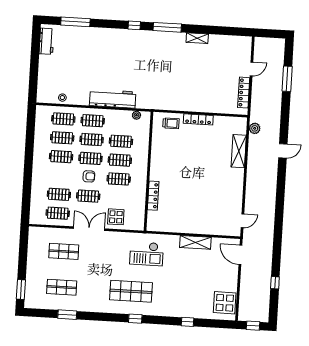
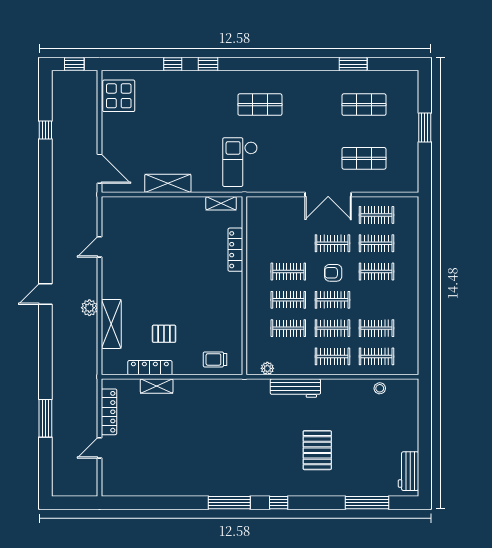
shelving: (197, 38) -> (157, 386), moved
pallet: (107, 59) -> (317, 450), added
window: (287, 79) -> (45, 418), moved
workbench: (113, 99) -> (295, 388), width x0.73, depth x0.76
locker: (198, 119) -> (150, 368), moved
plant: (255, 128) -> (89, 308), moved
pallet: (204, 142) -> (164, 334), added
door: (283, 151) -> (45, 294), moved
clothes rail: (61, 157) -> (376, 272), moved
display table: (116, 217) -> (289, 215), removed
door: (242, 221) -> (100, 247), moved
shelving: (161, 227) -> (221, 203), added
checkout: (147, 254) -> (240, 162), turned -90
window: (21, 290) -> (425, 127), moved
shop shelf: (131, 291) -> (260, 105), width x0.70, depth x0.74
window: (135, 319) -> (208, 64), moved

